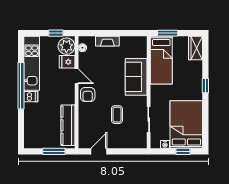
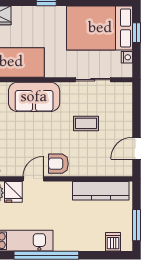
armchair: (88, 95) -> (58, 164), turned 180
dishwasher: (31, 97) -> (113, 242), moved
window: (54, 151) -> (137, 225), moved
door: (99, 151) -> (137, 148), hinge flipped

